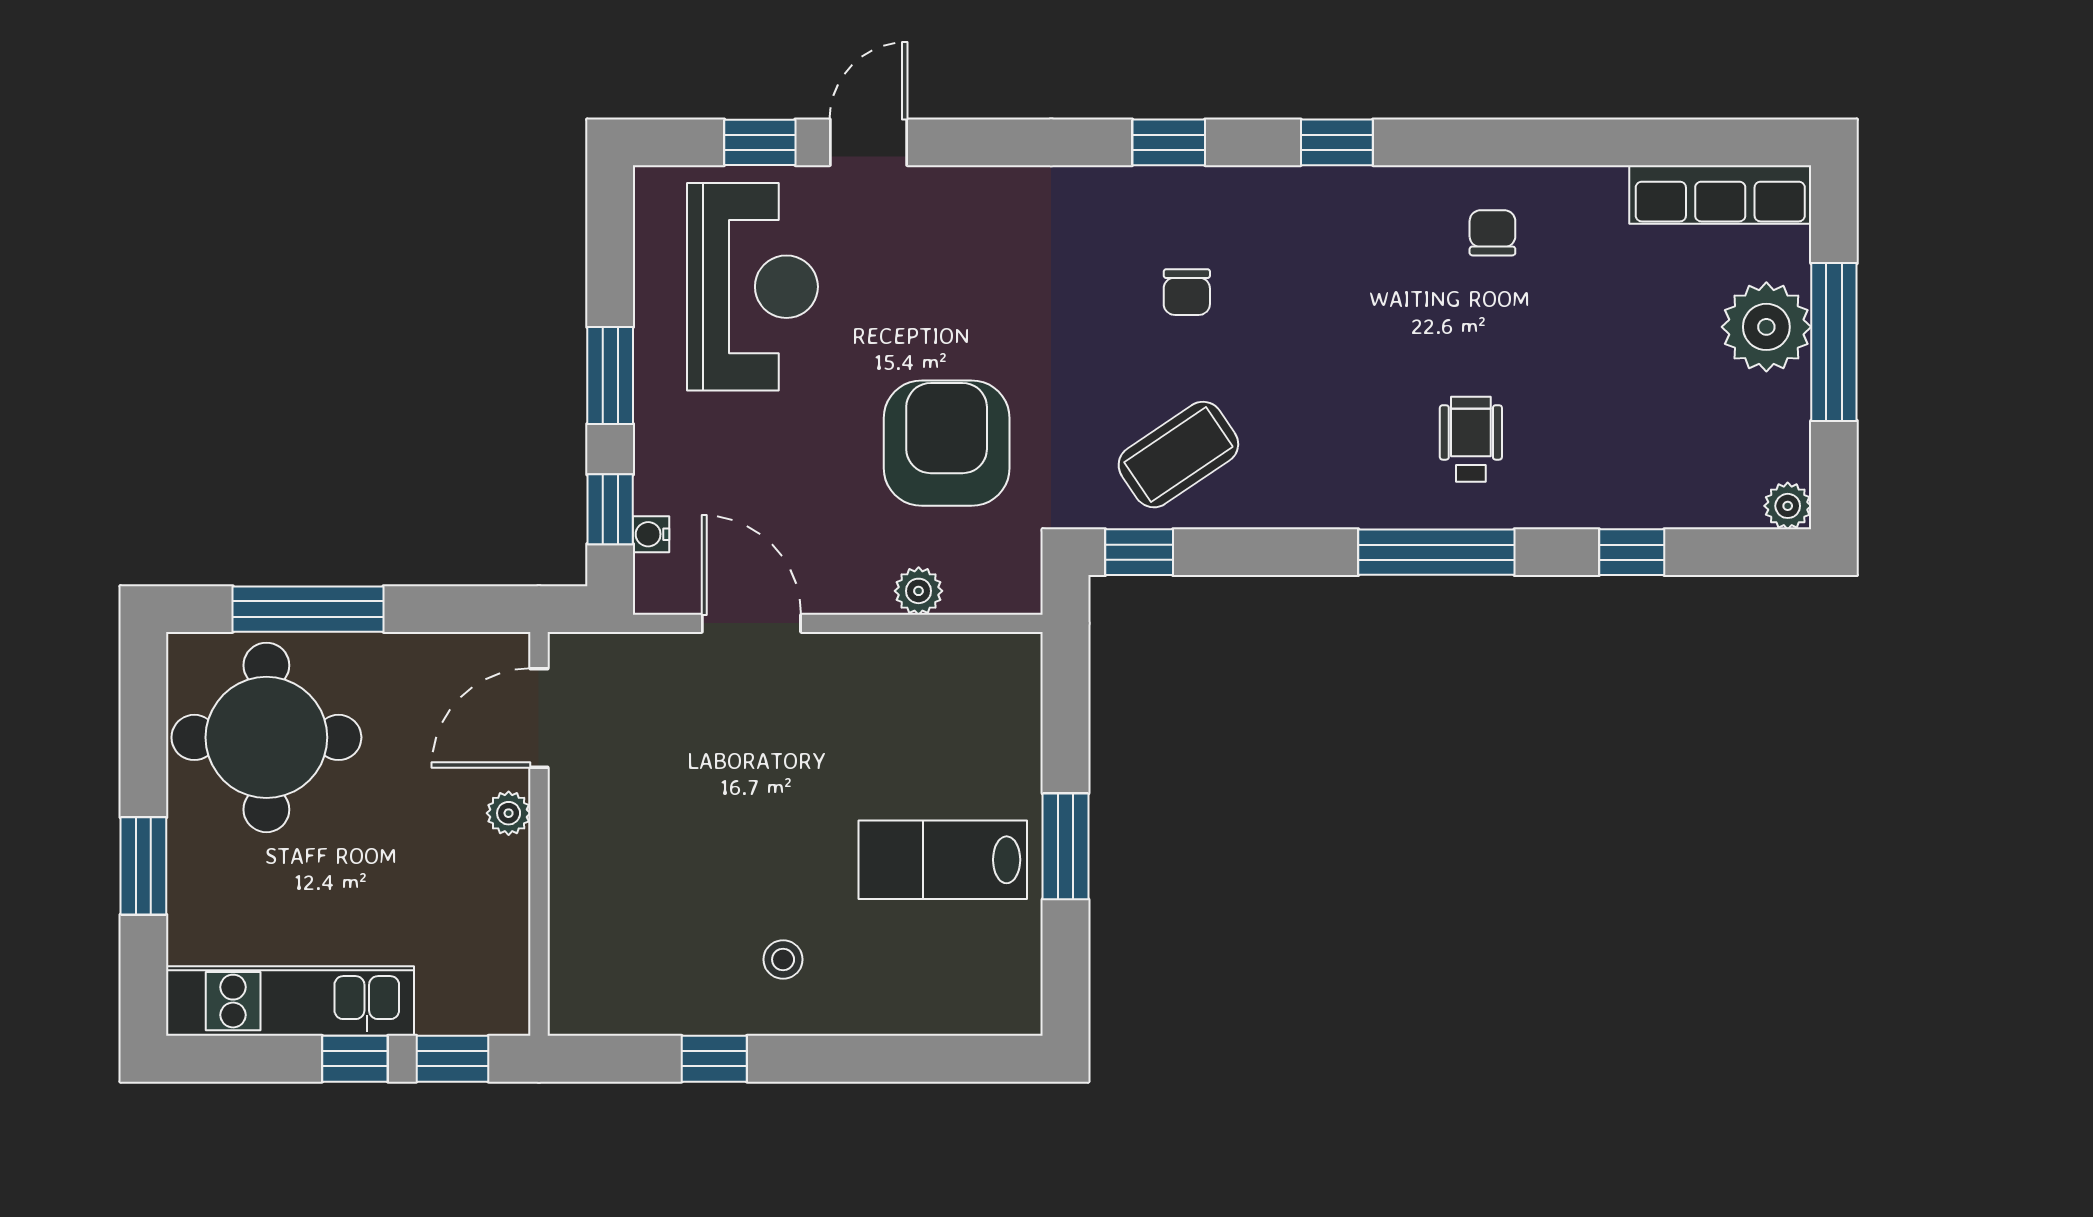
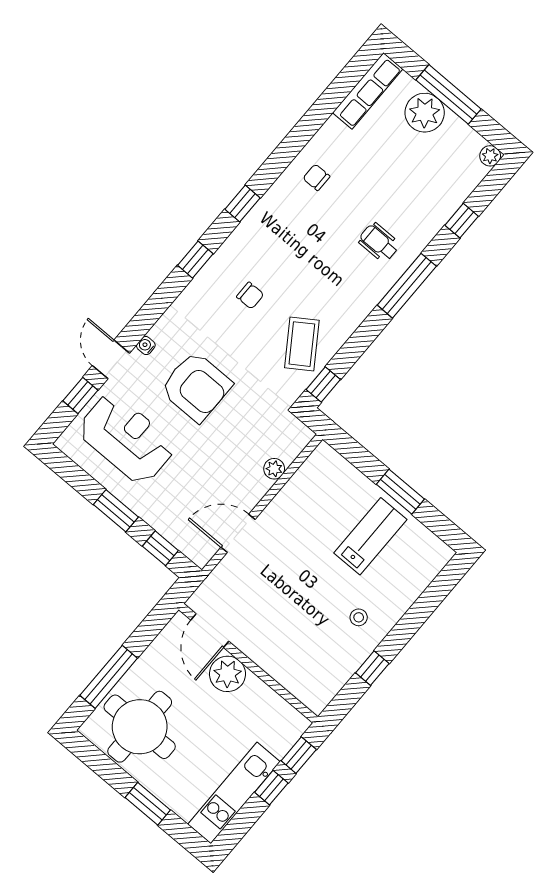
armchair: (947, 443) -> (196, 387), moved, turned 180
water cooler: (651, 534) -> (146, 346), moved, turned 90
plant: (509, 813) -> (227, 674), width x1.88, depth x1.88
lab bench: (943, 860) -> (370, 536), turned 180

